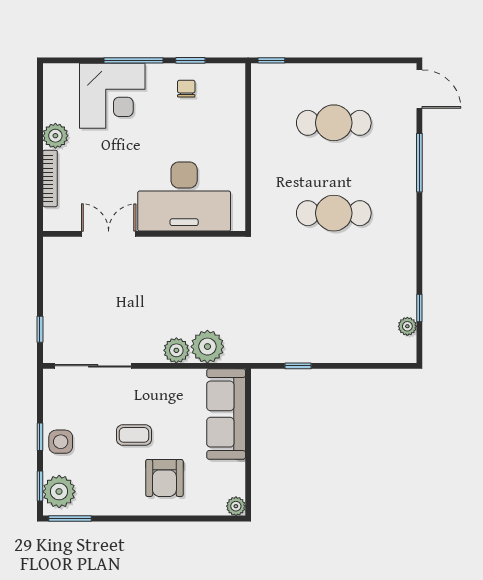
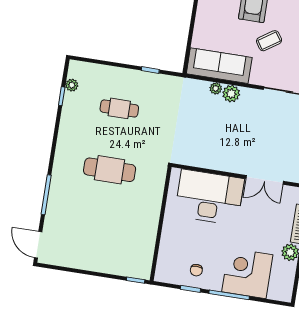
cafe table: (334, 123) -> (119, 108), moved, width x0.73, depth x0.74
plant: (207, 347) -> (216, 88), width x0.53, depth x0.53
sofa: (226, 414) -> (219, 66), moved, turned -90
coffee table: (134, 435) -> (269, 41), turned -34

